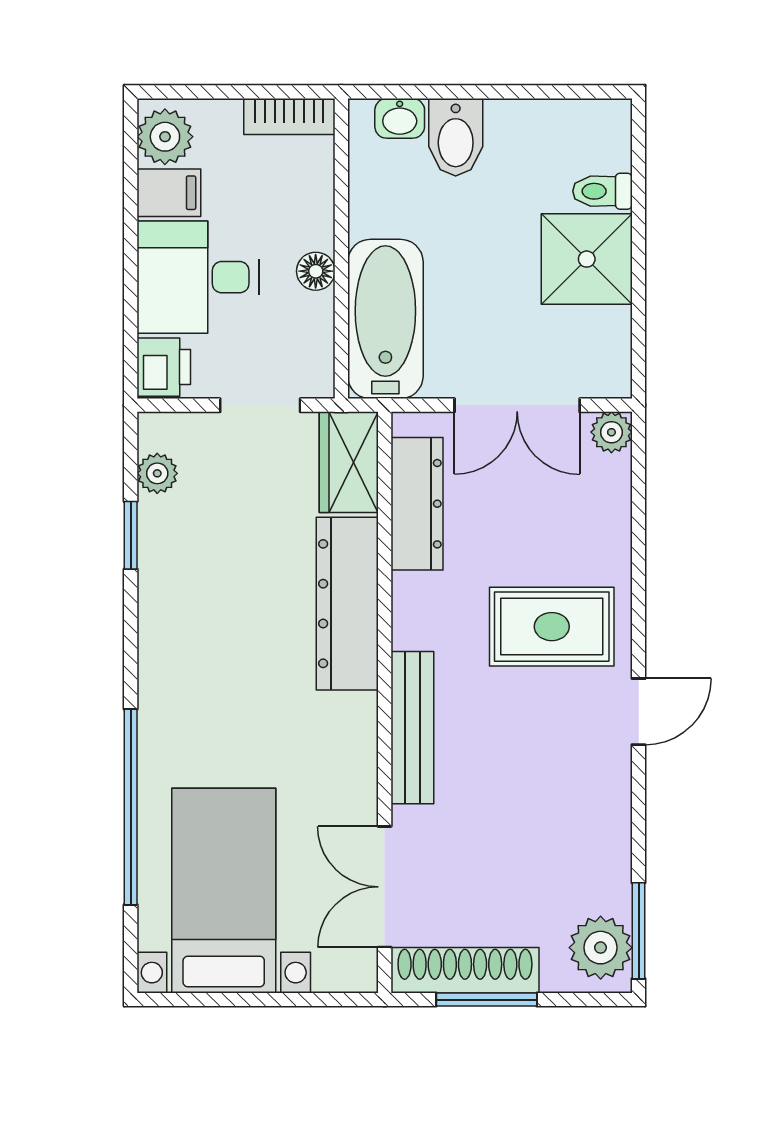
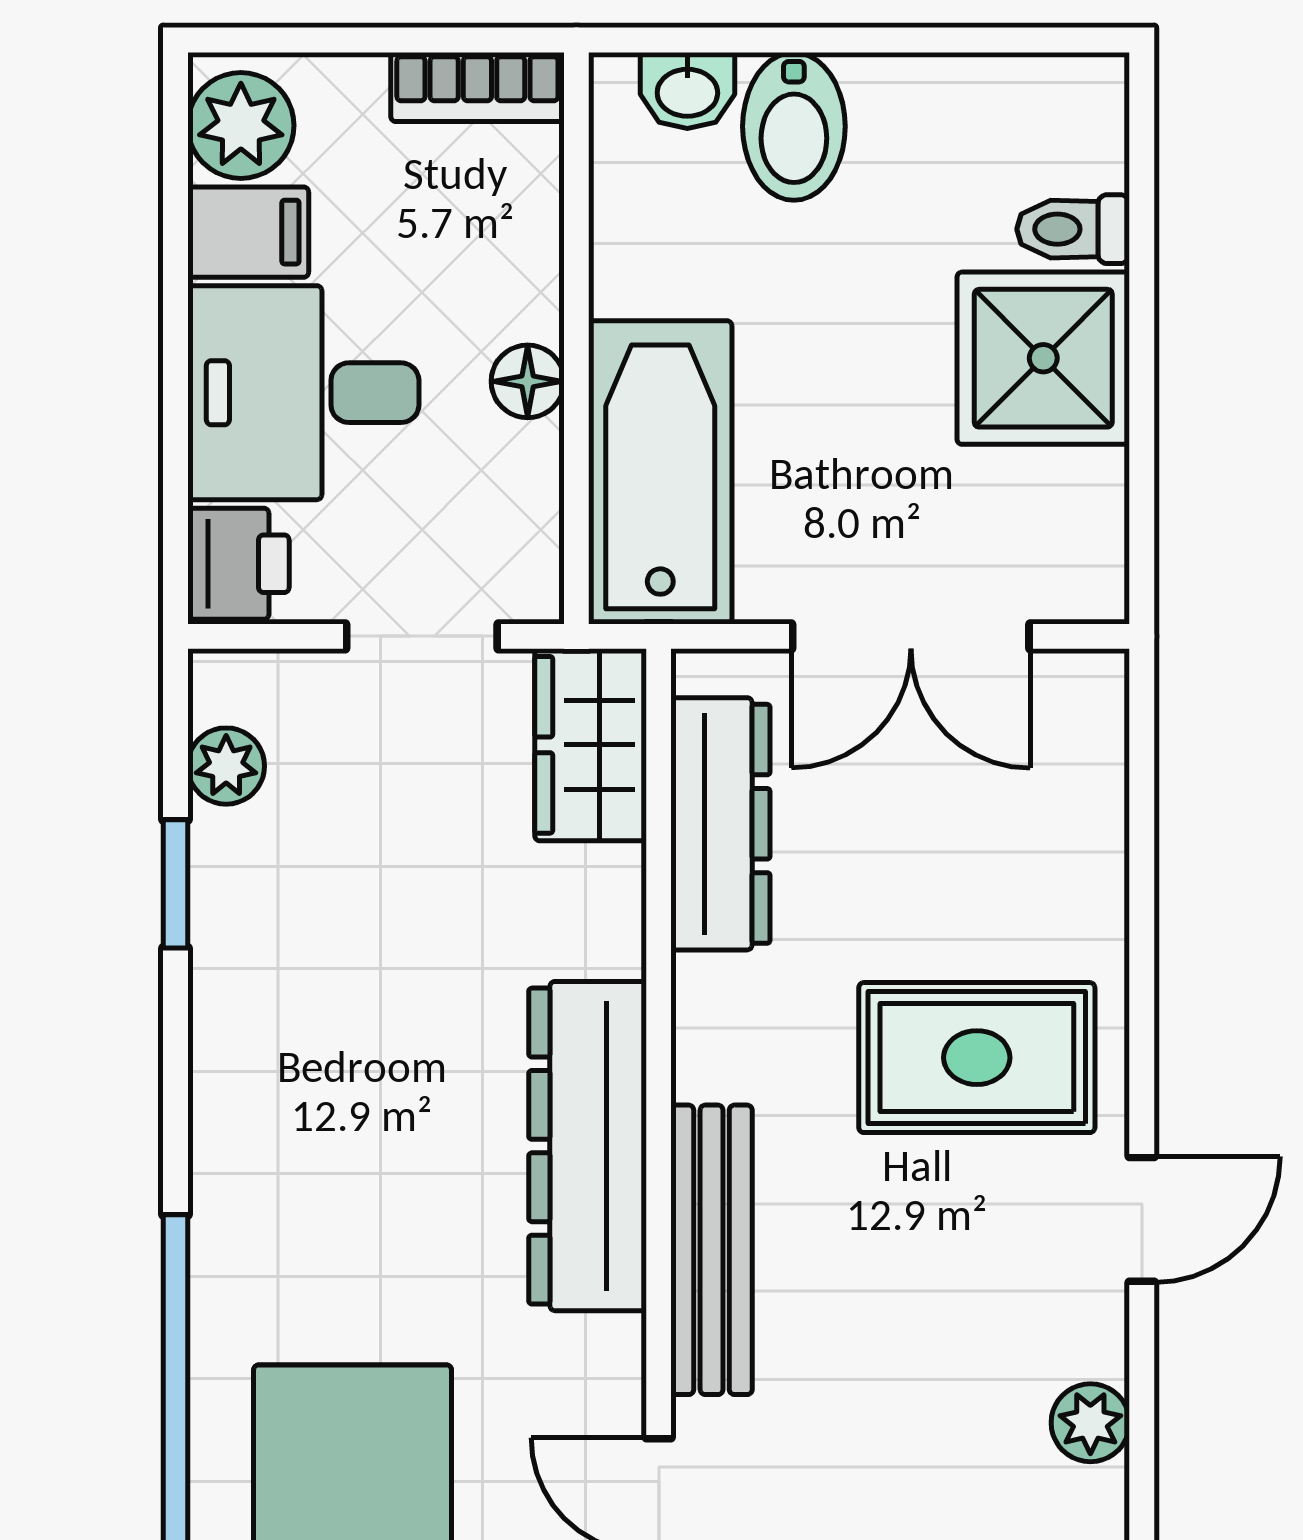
plant: (611, 432) -> (1090, 1423), moved
dresser: (347, 604) -> (588, 1146), moved

